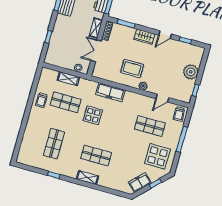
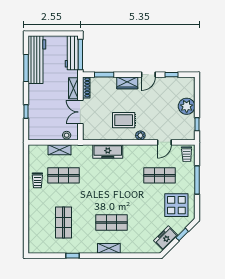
display table: (93, 115) -> (96, 181), removed

